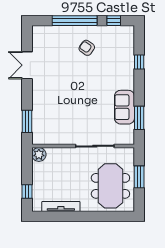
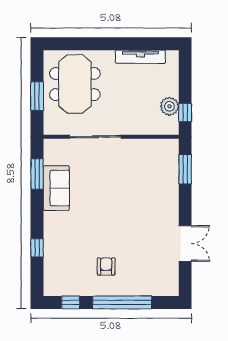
armchair: (87, 48) -> (106, 266), turned -125
plant: (39, 155) -> (169, 106), moved
window: (27, 191) -> (185, 113), moved

